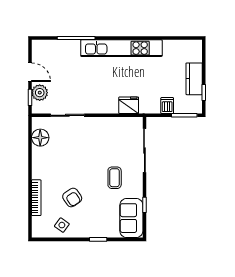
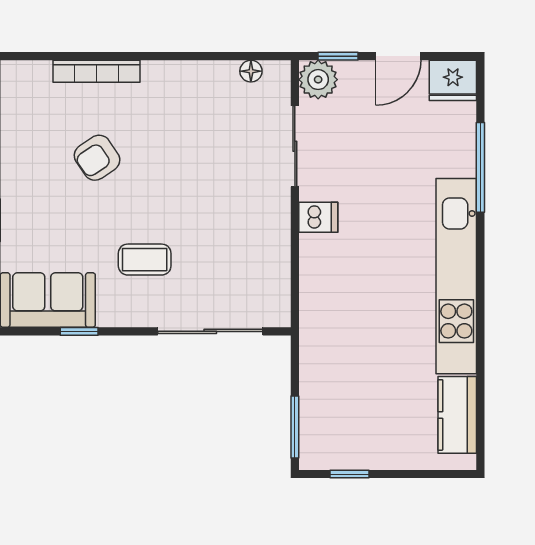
kitchen counter: (194, 79) -> (457, 415), moved, turned -90
plant: (40, 93) -> (318, 80), moved
fridge: (129, 105) -> (453, 80), moved, turned 90
dishwasher: (167, 106) -> (318, 217), moved
floor lamp: (40, 138) -> (251, 71), width x0.53, depth x0.53
side table: (62, 225) -> (31, 133), removed

